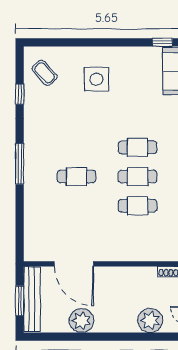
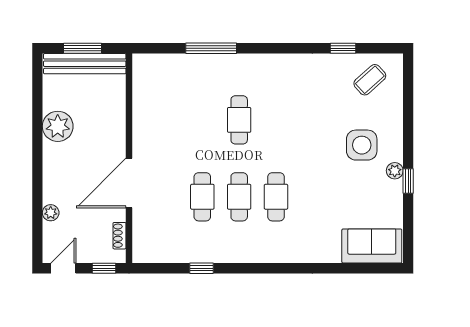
window: (163, 42) -> (408, 181), moved
plant: (117, 53) -> (395, 171), added
window: (20, 164) -> (211, 48), moved
door: (74, 264) -> (129, 183), moved
plant: (150, 320) -> (51, 213), width x0.53, depth x0.53

